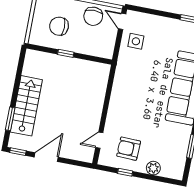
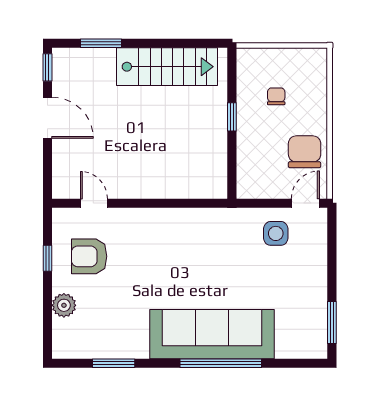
chair: (93, 16) -> (305, 152), turned 90
chair: (59, 26) -> (276, 96), width x0.54, depth x0.54
stairs: (26, 106) -> (167, 67), moved
armchair: (129, 149) -> (89, 256), turned -92

